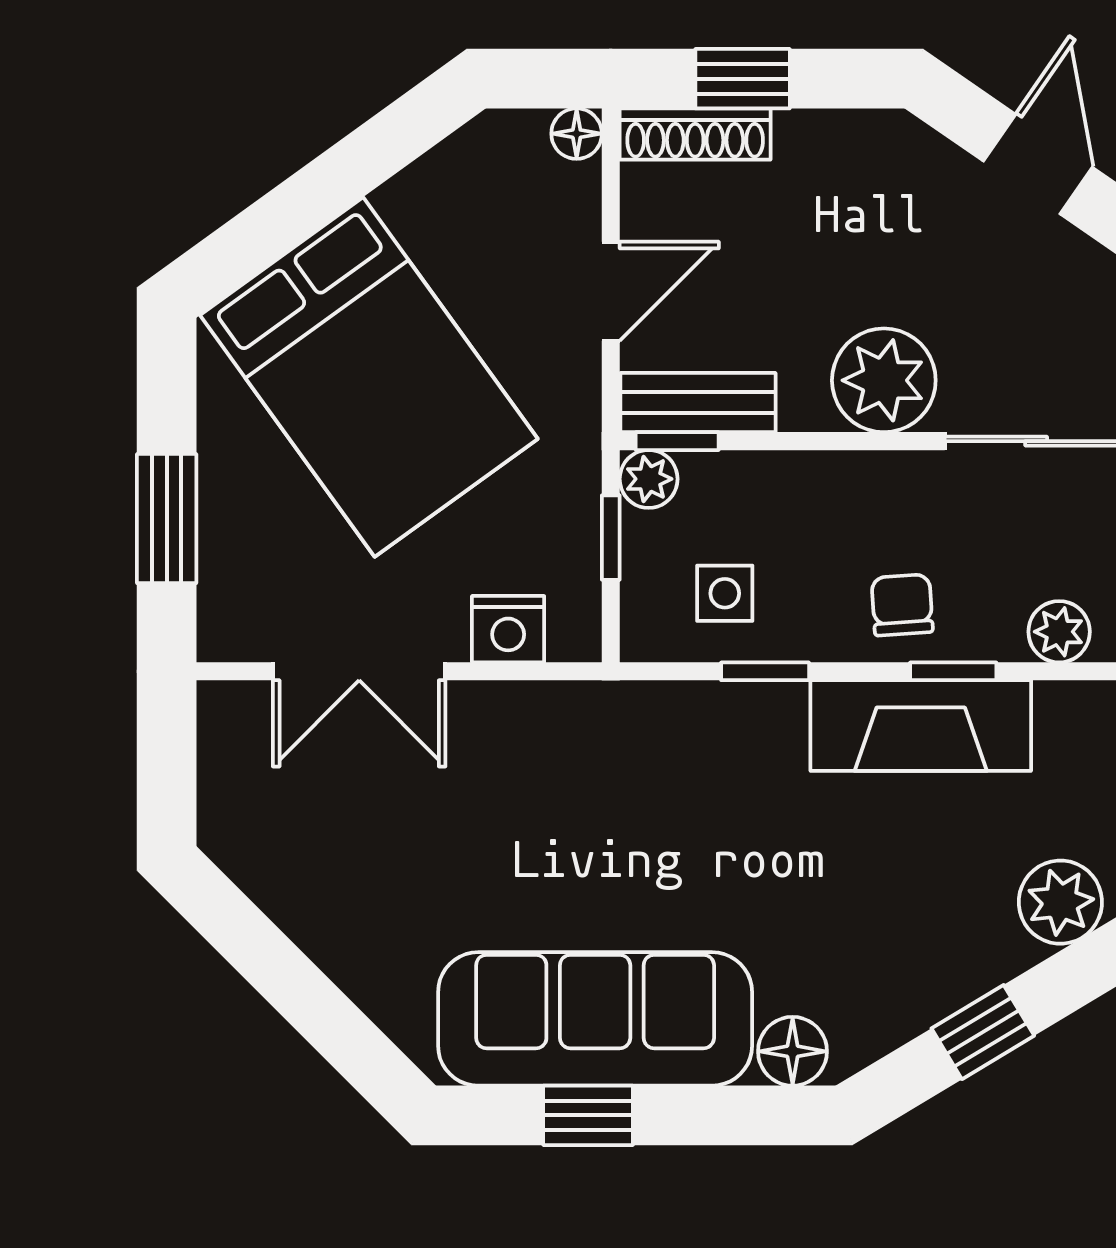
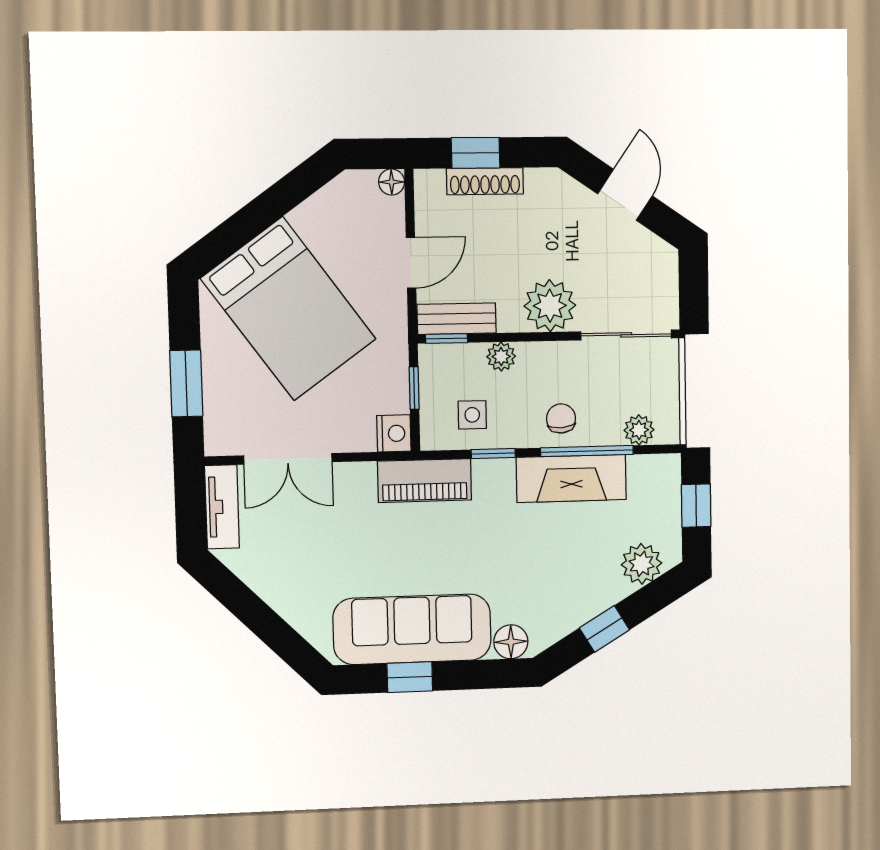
shoe rack: (695, 134) -> (485, 181), moved
plant: (649, 479) -> (501, 357), moved
nightstand: (508, 629) -> (394, 433), moved, turned -90
window: (953, 671) -> (587, 451), width x2.17
piano: (627, 722) -> (425, 481), added
tv unit: (228, 762) -> (222, 507), added

